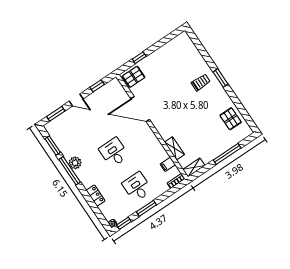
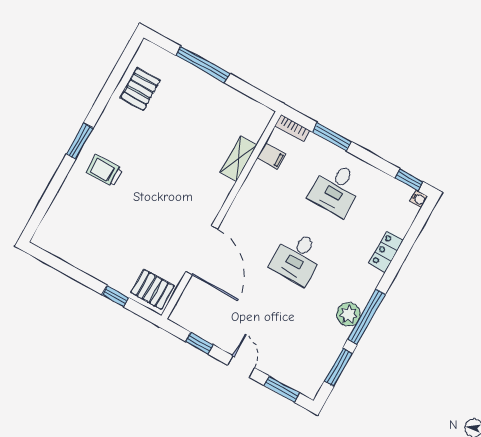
shelving: (194, 167) -> (254, 109), removed
window: (146, 208) -> (332, 137), moved

